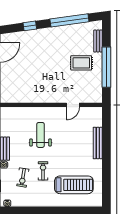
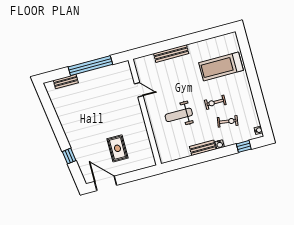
window: (69, 20) -> (52, 117), removed
rug: (81, 63) -> (117, 148), moved
treadmill: (74, 185) -> (221, 67), turned -90

